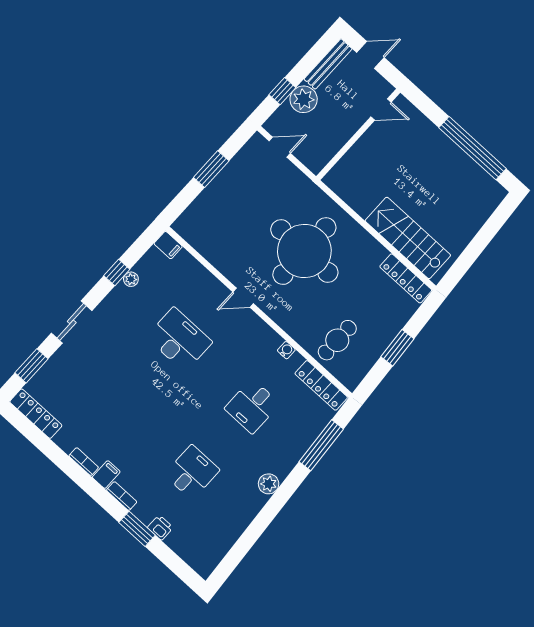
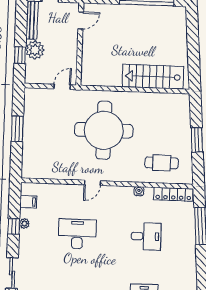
door: (280, 147) -> (62, 87), moved
filing cabinet: (168, 245) -> (28, 202), moved
locker: (406, 278) -> (170, 99), removed
cafe table: (337, 340) -> (162, 163), turned 90
desk: (252, 406) -> (146, 236), turned -90
plant: (269, 484) -> (190, 270), removed

